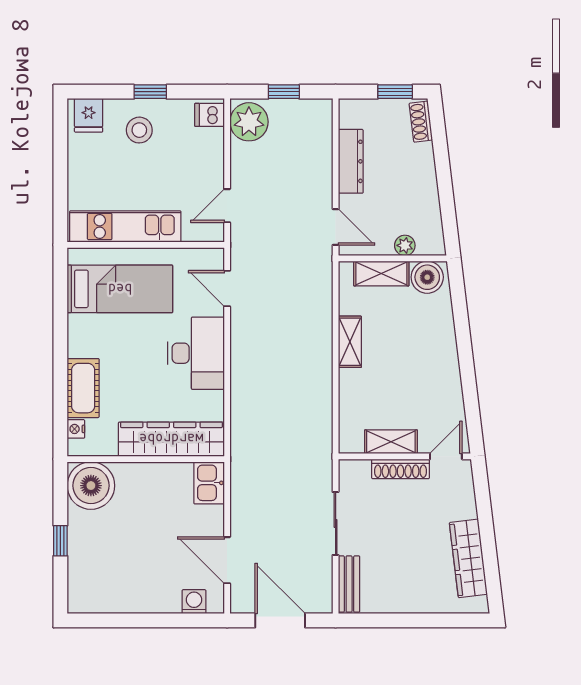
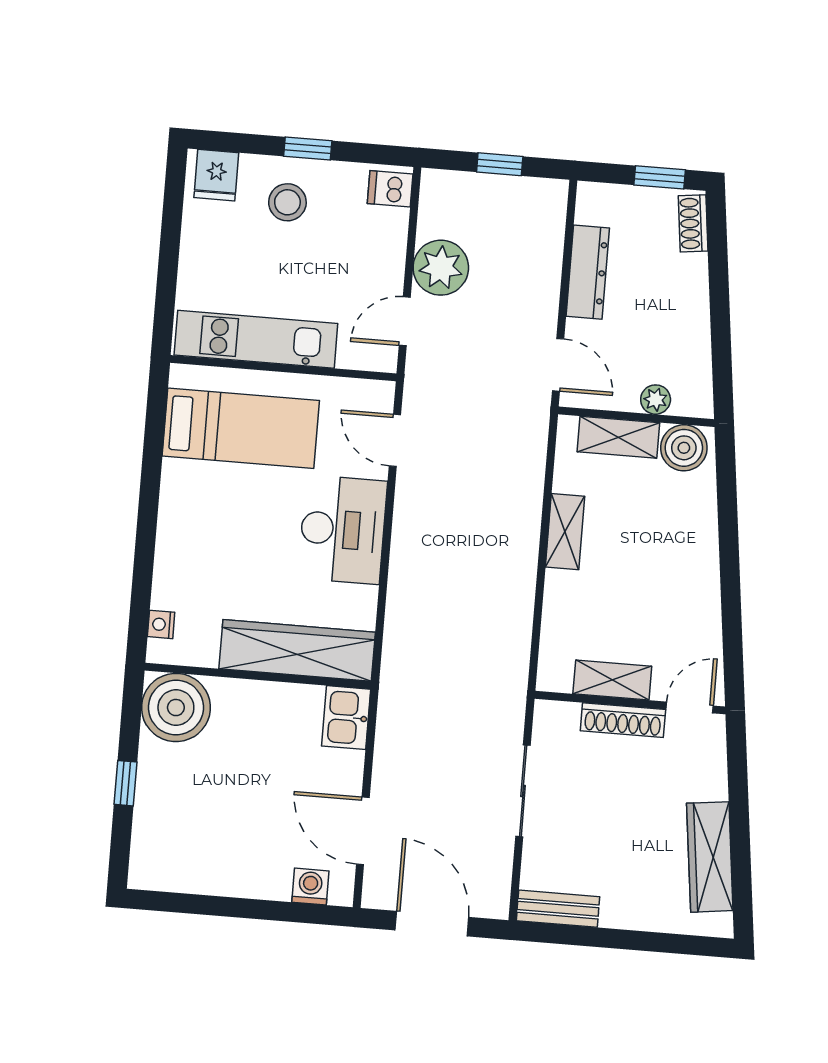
plant: (249, 122) -> (441, 268), moved
cot: (83, 388) -> (176, 566), removed
bench: (349, 584) -> (558, 909), moved, turned 90

